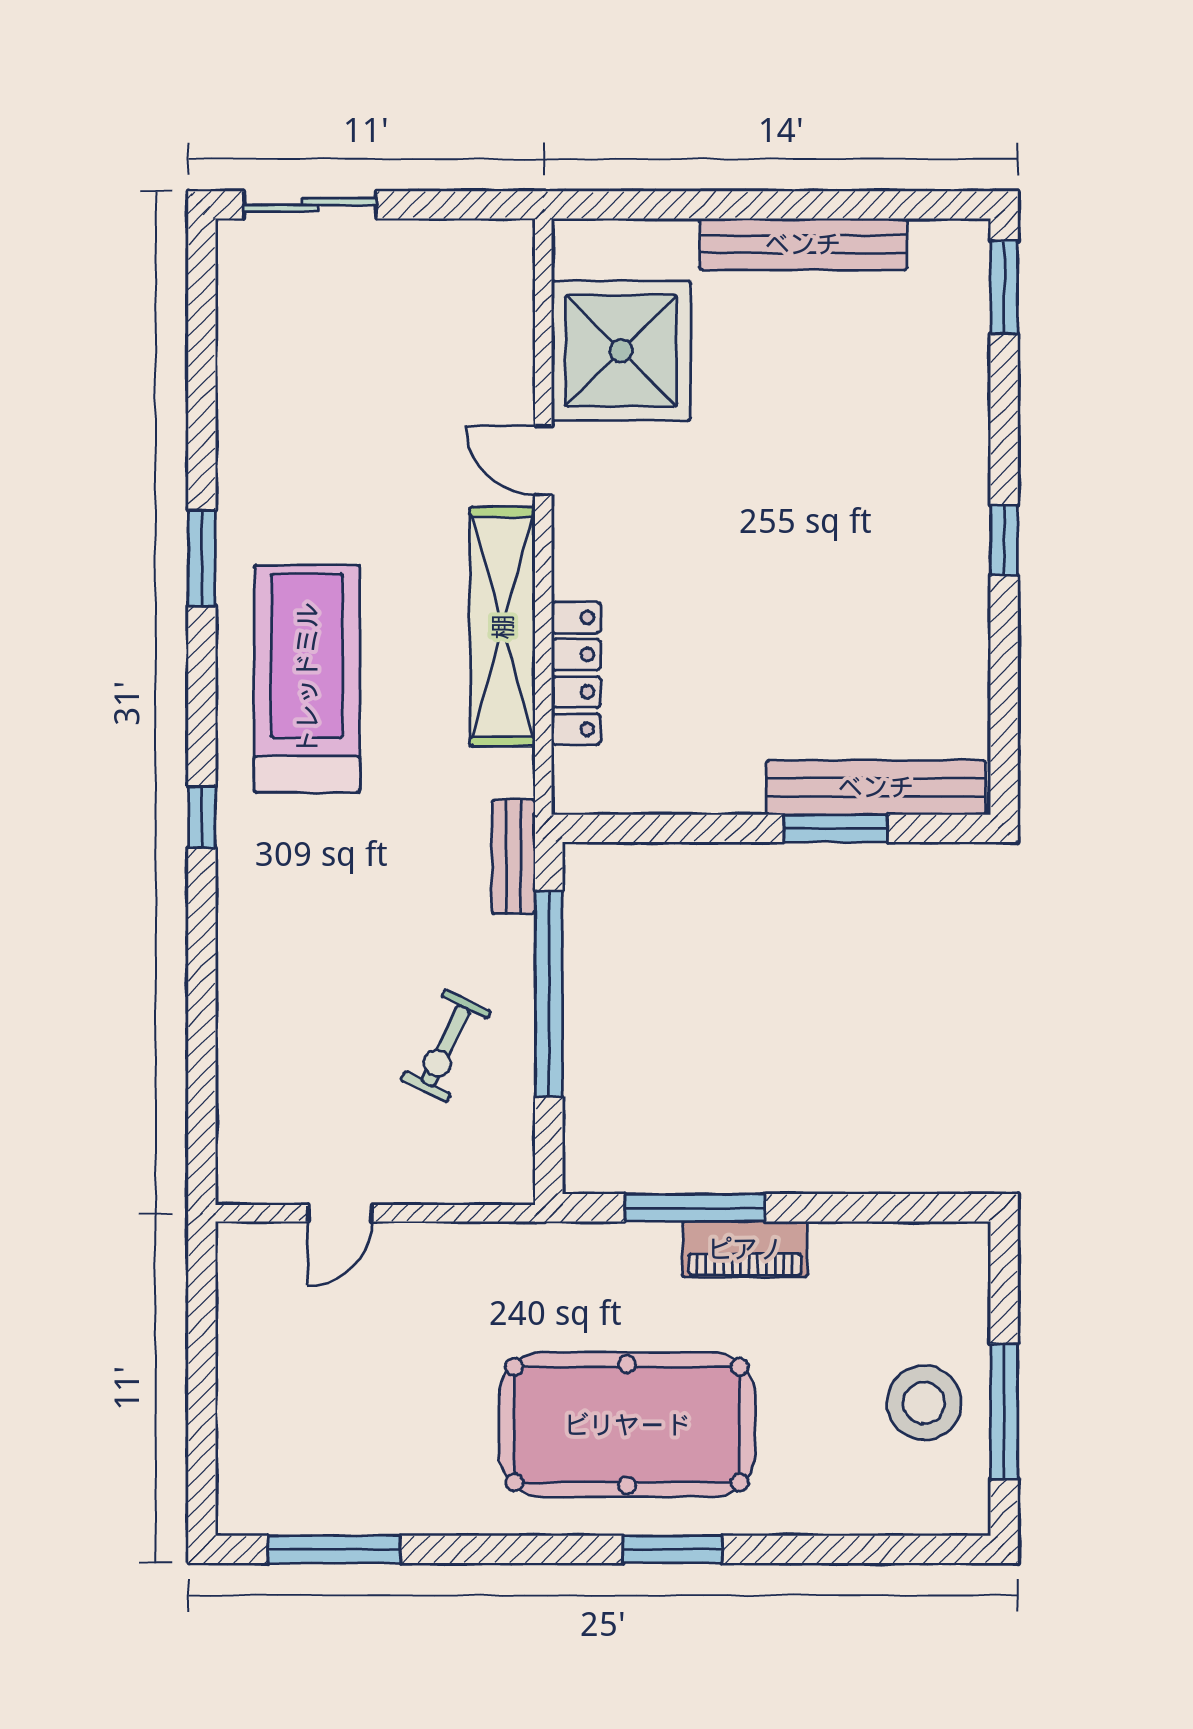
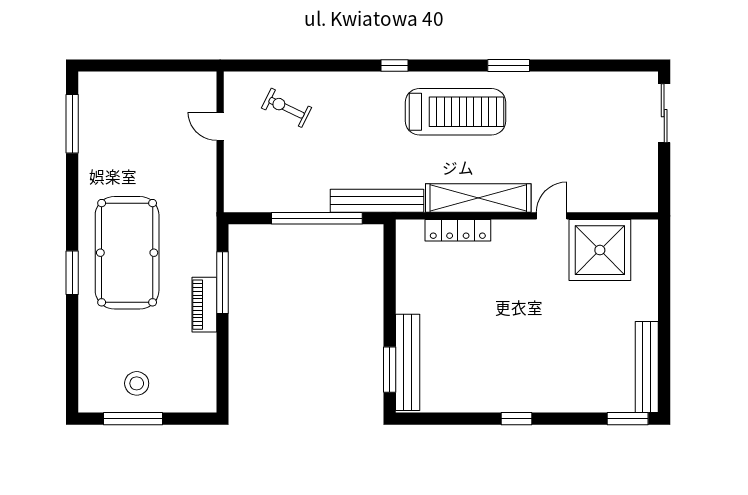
bench: (803, 244) -> (647, 367), moved
window: (836, 828) -> (390, 370), moved
bench: (513, 857) -> (377, 201), width x1.86, depth x1.21
exercise bike: (446, 1046) -> (286, 108), moved
stool: (924, 1403) -> (137, 383), width x0.73, depth x0.73

